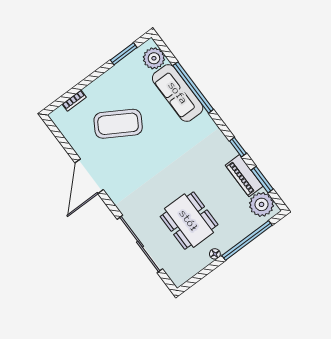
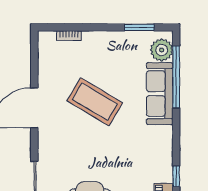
window: (193, 87) -> (176, 77), moved
coffee table: (118, 124) -> (95, 102), moved

